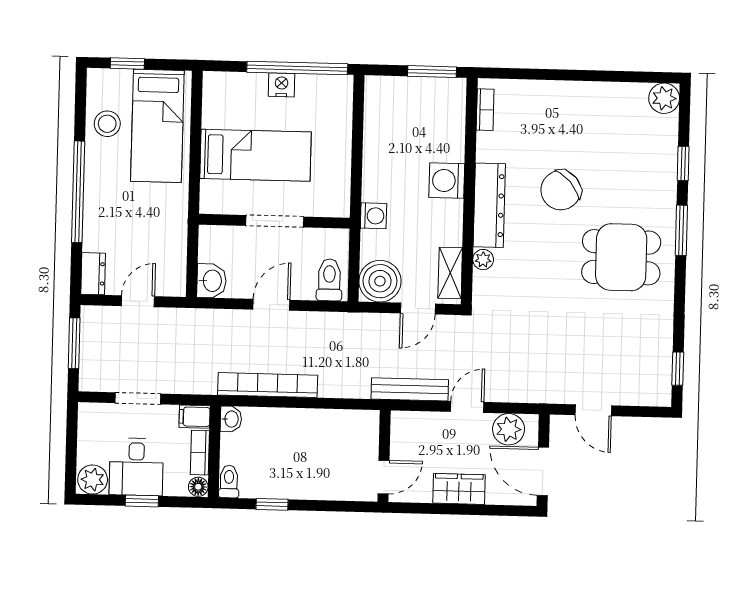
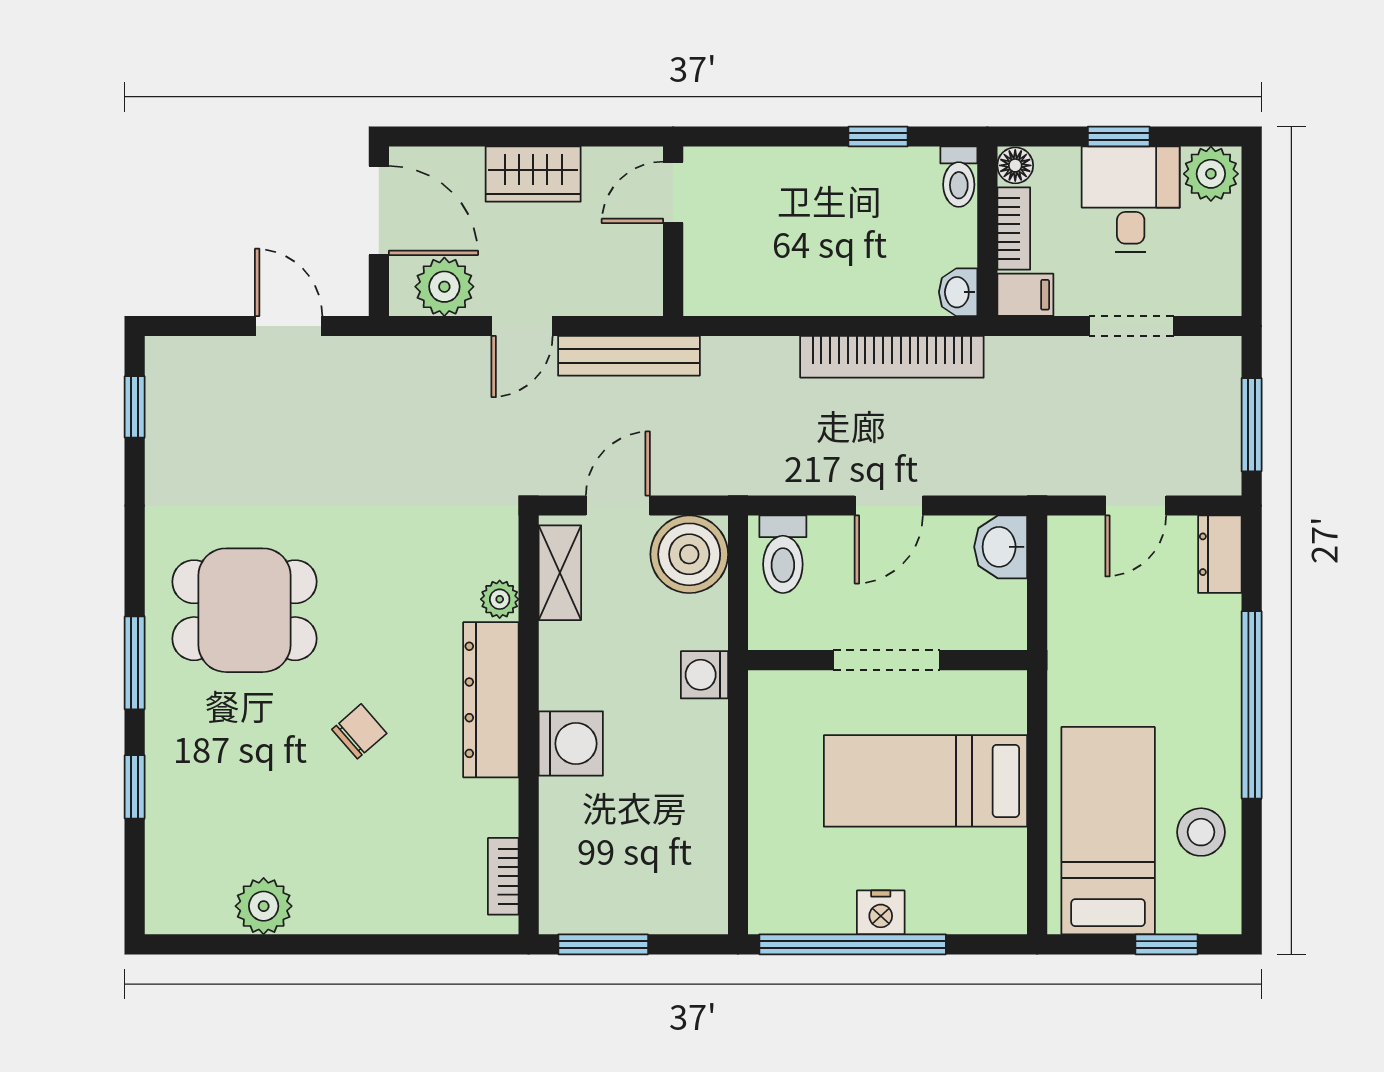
plant: (664, 98) -> (264, 906), moved
chair: (561, 190) -> (359, 731), width x0.54, depth x0.54

